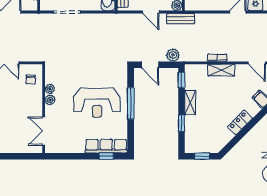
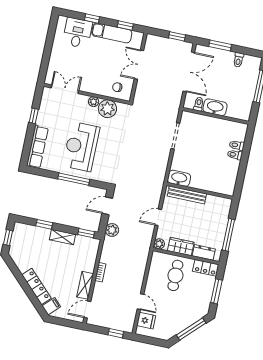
bench: (181, 19) -> (146, 245), removed
shelving: (221, 70) -> (85, 285), moved
plant: (50, 89) -> (107, 109), width x1.87, depth x1.87
locker: (240, 122) -> (36, 286), width x1.53
window: (106, 156) -> (34, 116), moved

